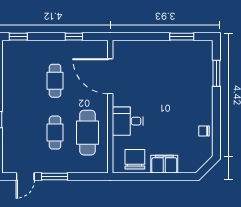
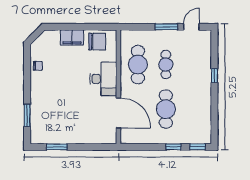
window: (74, 37) -> (174, 147), moved
cafe table: (55, 81) -> (166, 109), width x1.37, depth x1.35
desk: (128, 121) -> (103, 79), width x1.37
chair: (135, 159) -> (97, 42), turned -90

